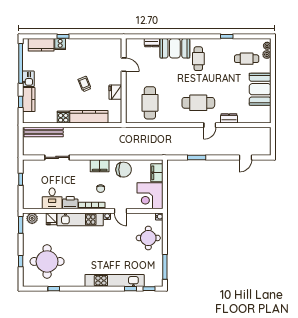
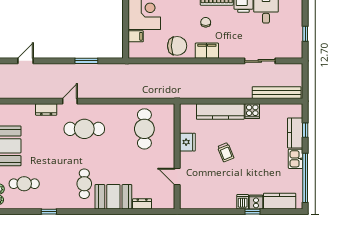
dishwasher: (71, 44) -> (243, 202), added
chair: (124, 170) -> (177, 46), turned 180
filing cabinet: (157, 173) -> (136, 36), width x0.50

